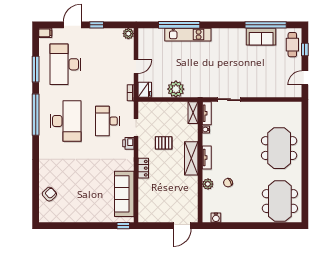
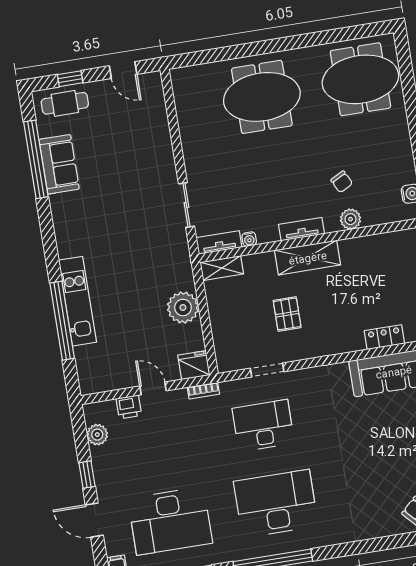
plant: (128, 34) -> (97, 435), moved
desk: (107, 121) -> (263, 426), turned 180
printer: (128, 143) -> (129, 407), moved
locker: (143, 168) -> (384, 337), moved

